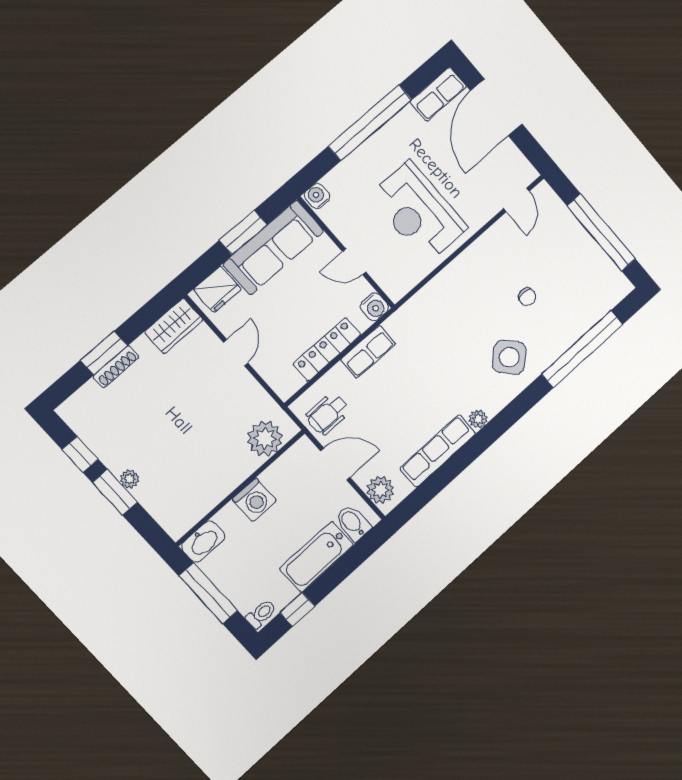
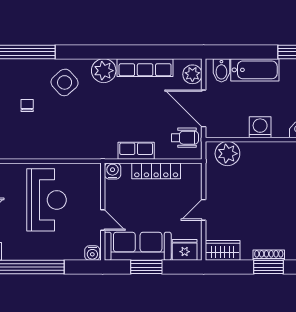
door: (354, 262) -> (103, 220), moved
plant: (478, 419) -> (104, 71), width x1.88, depth x1.88
door: (335, 464) -> (204, 108), width x1.36

